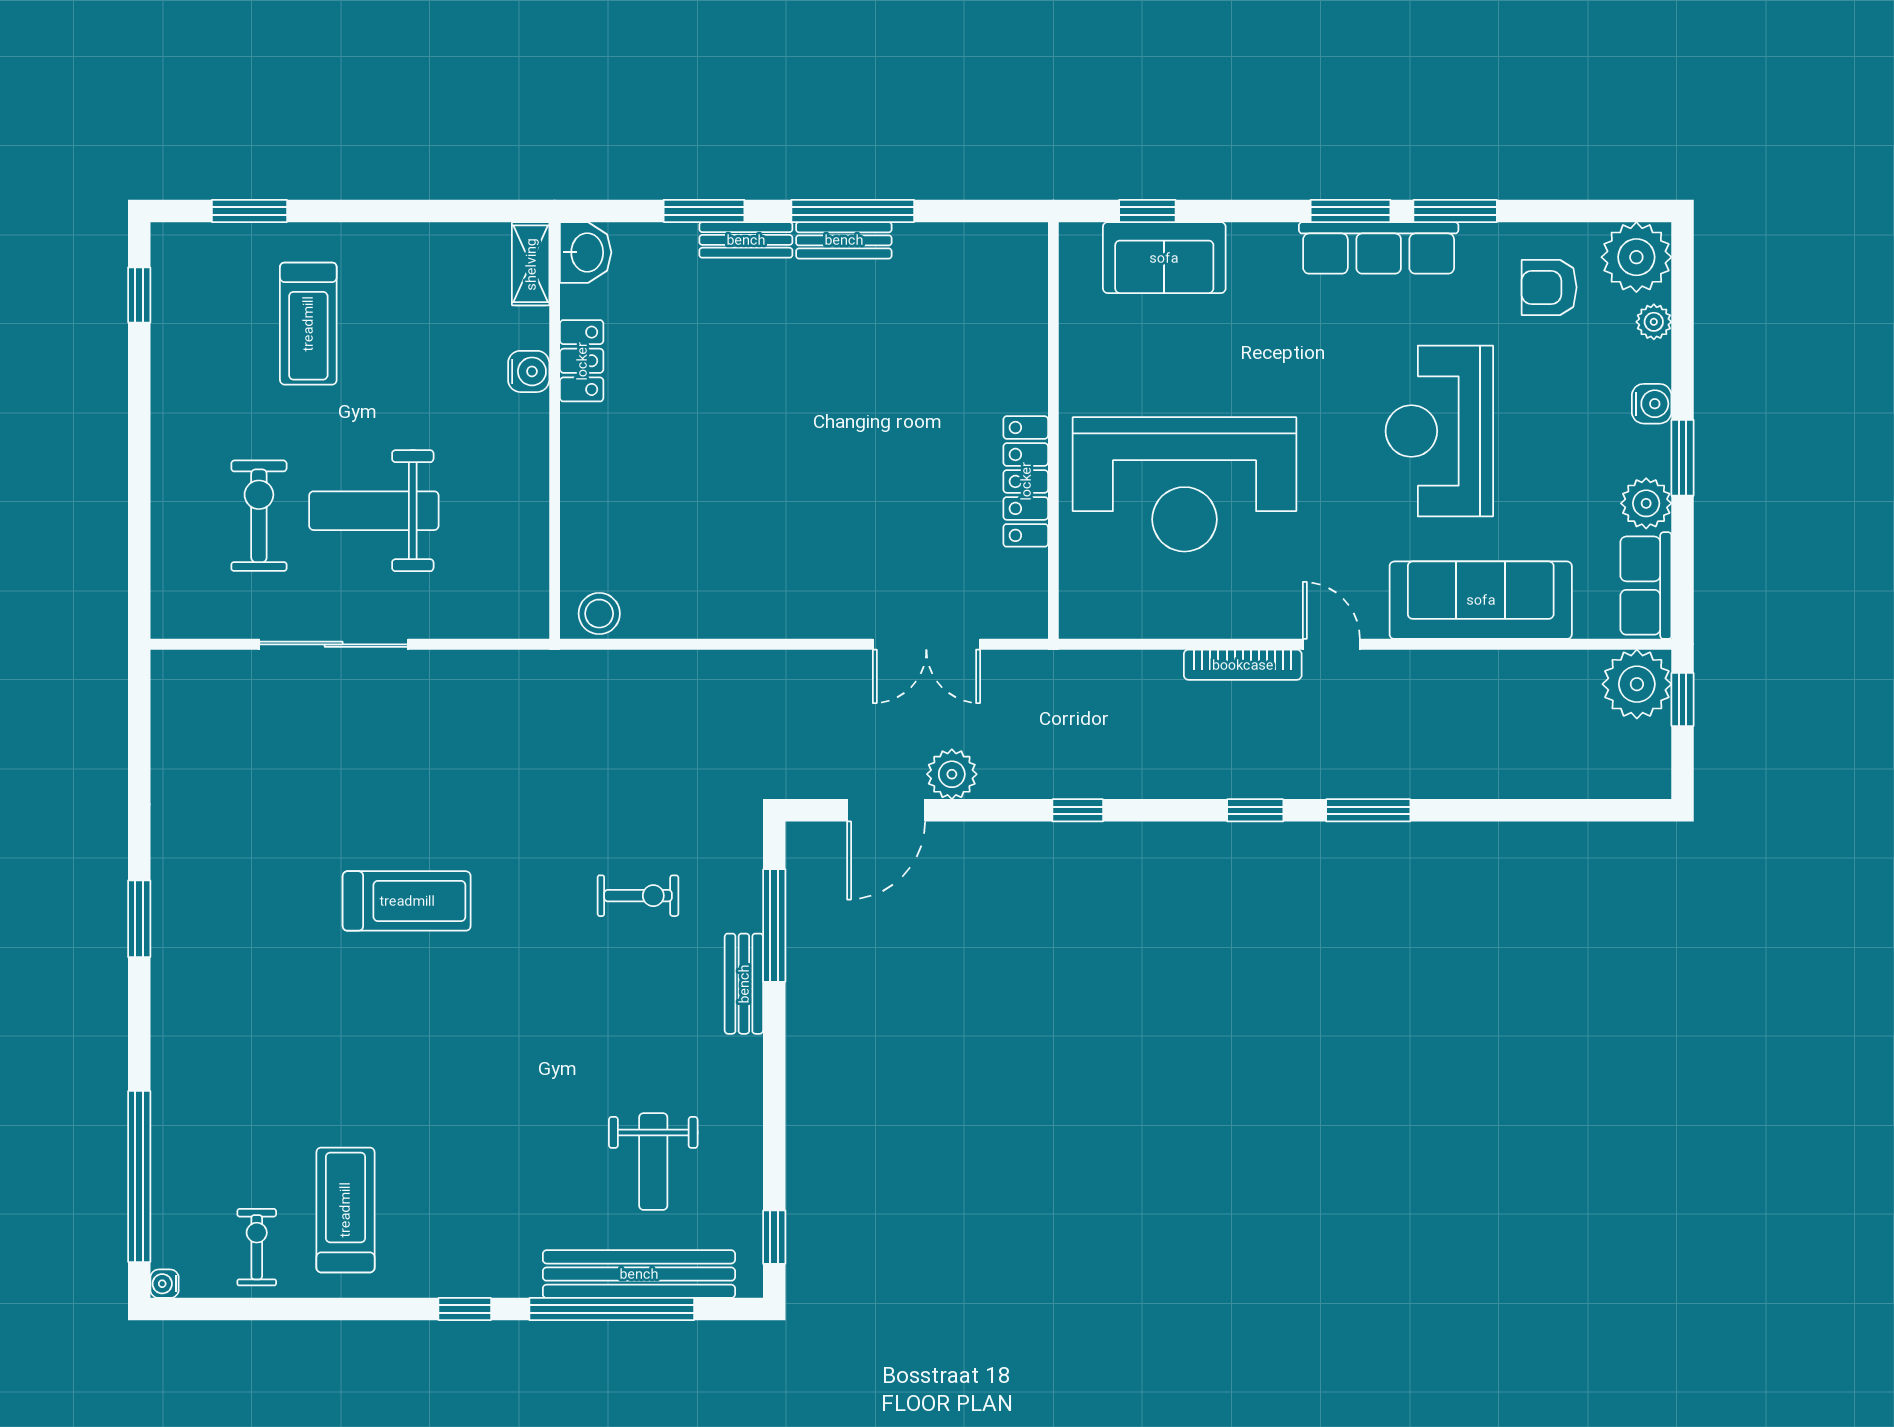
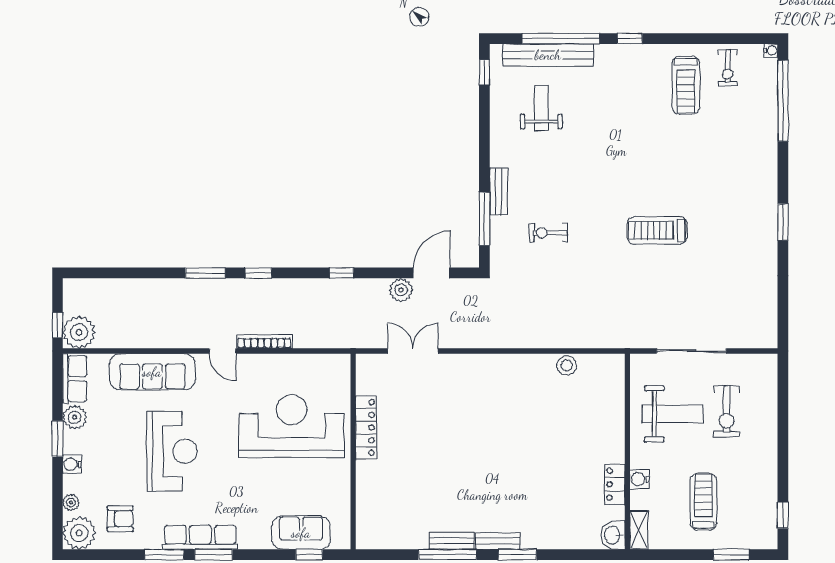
washbasin: (586, 252) -> (613, 535), moved
shelving: (531, 264) -> (639, 530), moved
locker: (582, 361) -> (615, 484), moved
water cooler: (529, 371) -> (640, 479), moved
wall: (555, 431) -> (627, 451), moved

